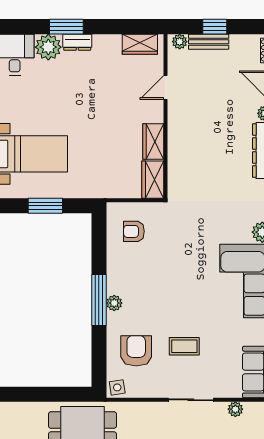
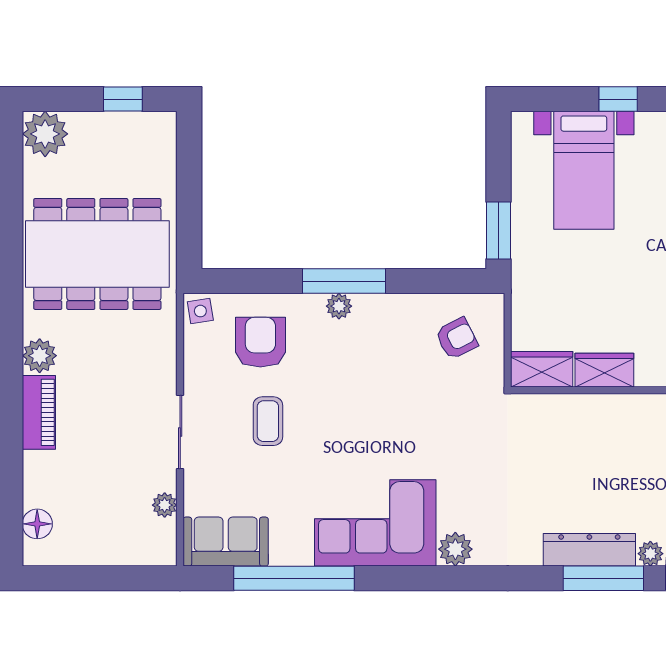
window: (45, 206) -> (499, 230), moved
armchair: (134, 231) -> (457, 338), turned 63
armchair: (136, 351) -> (260, 342), turned -90

